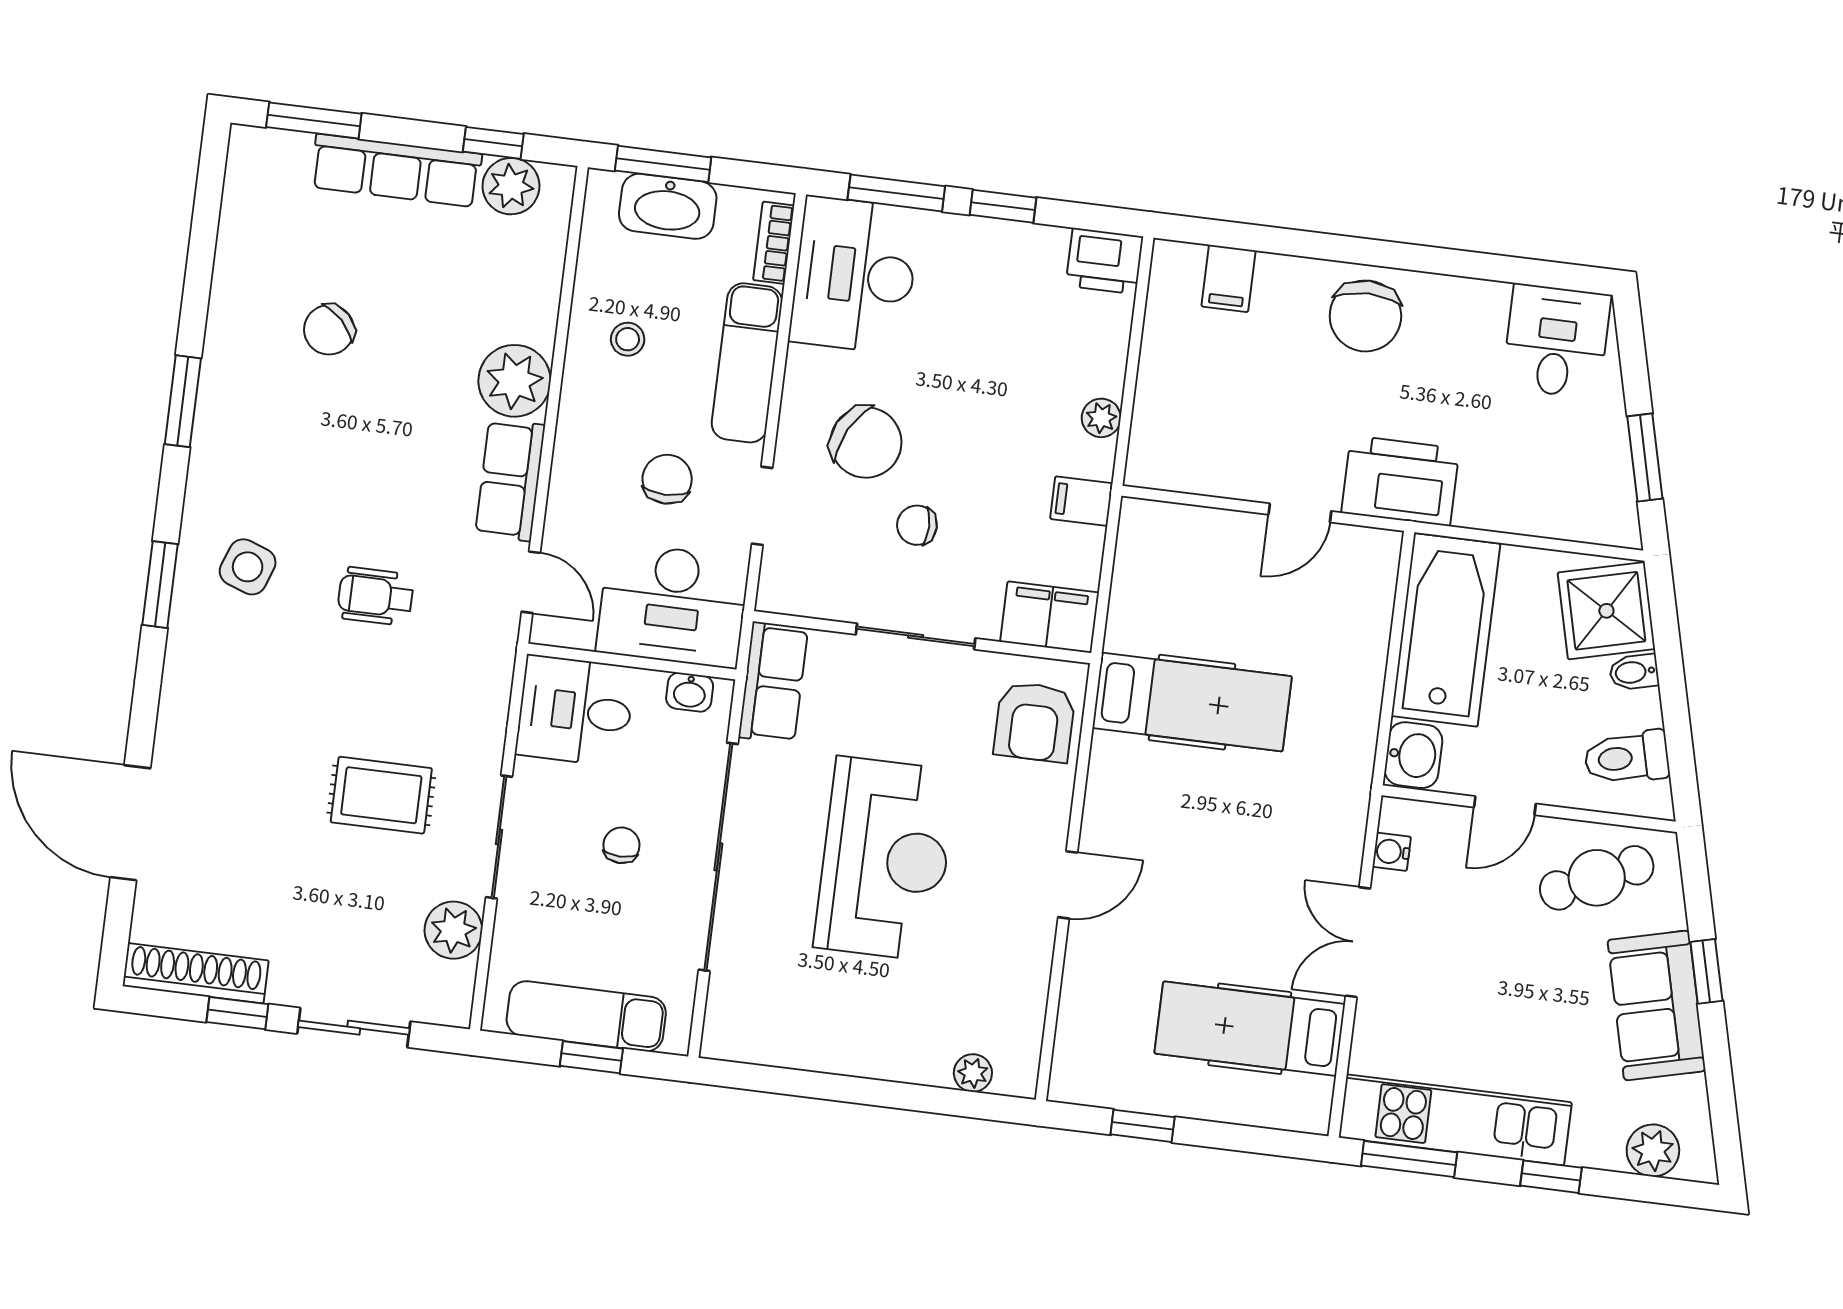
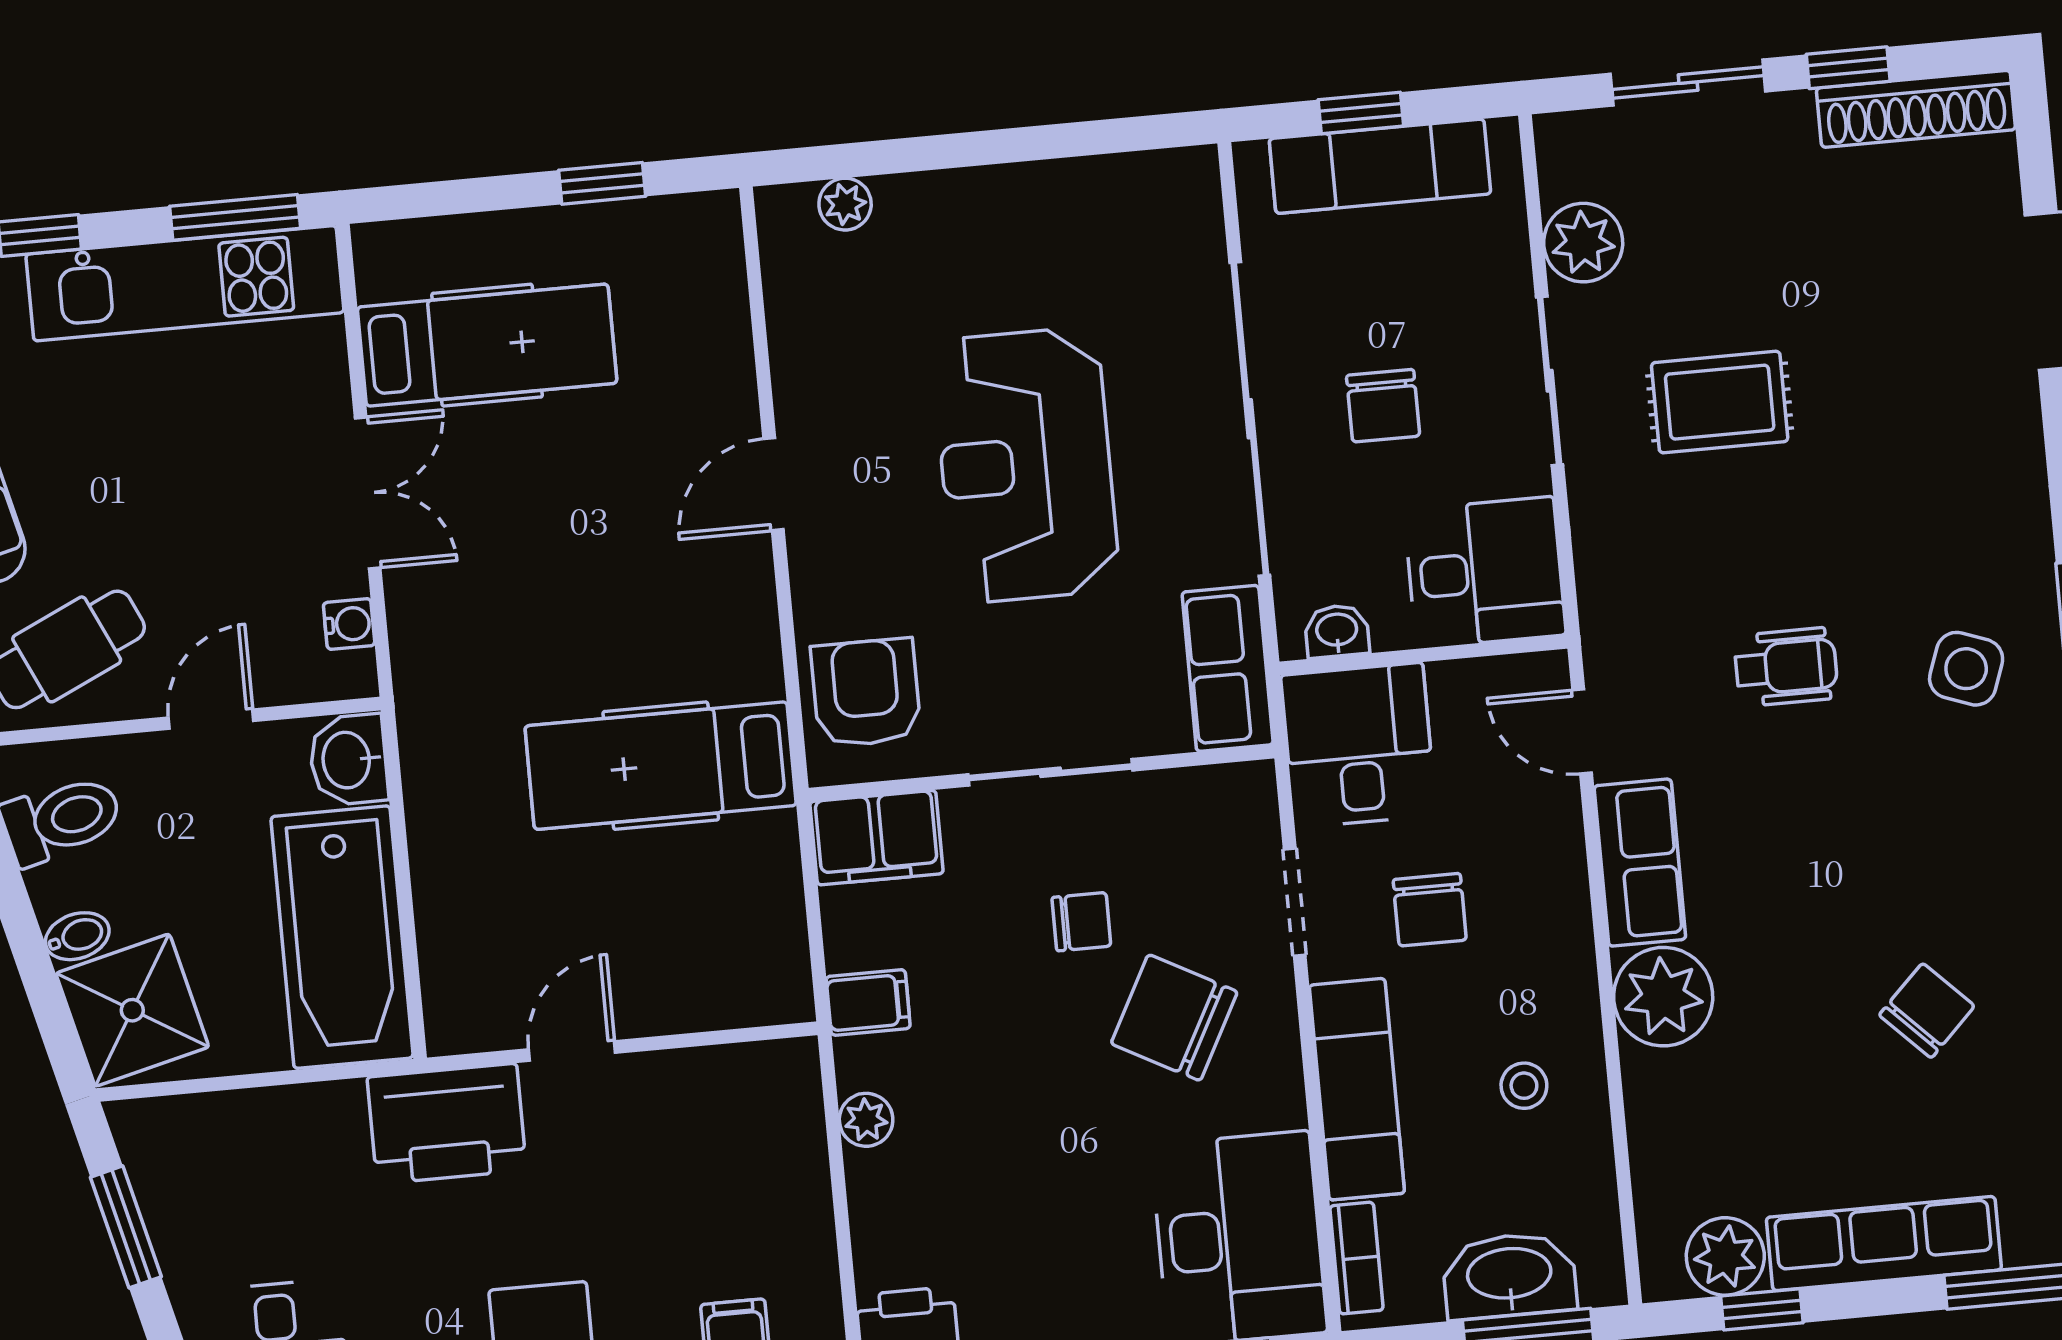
desk: (673, 605) -> (1359, 745), width x0.73
chair: (621, 845) -> (1383, 406), width x1.37, depth x1.37

